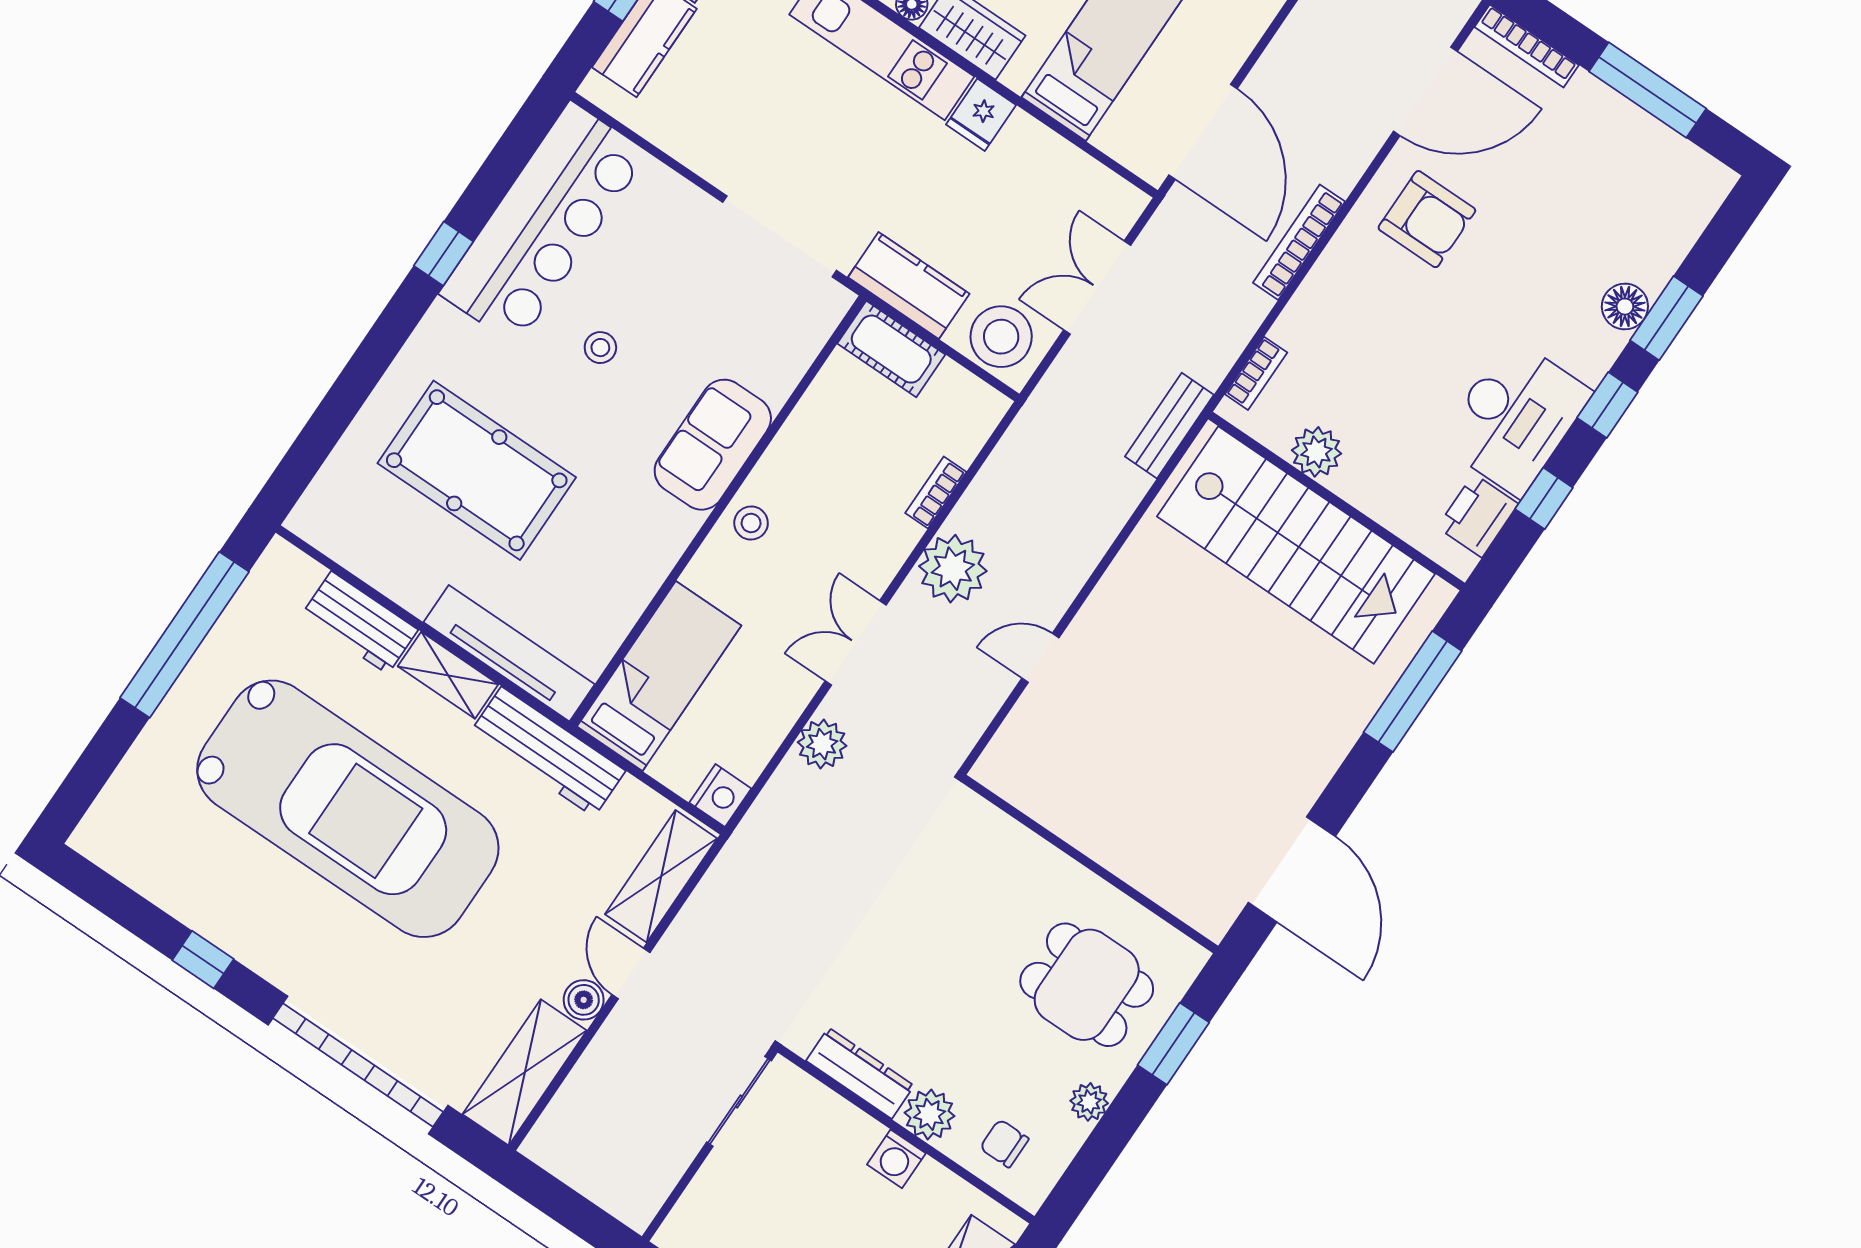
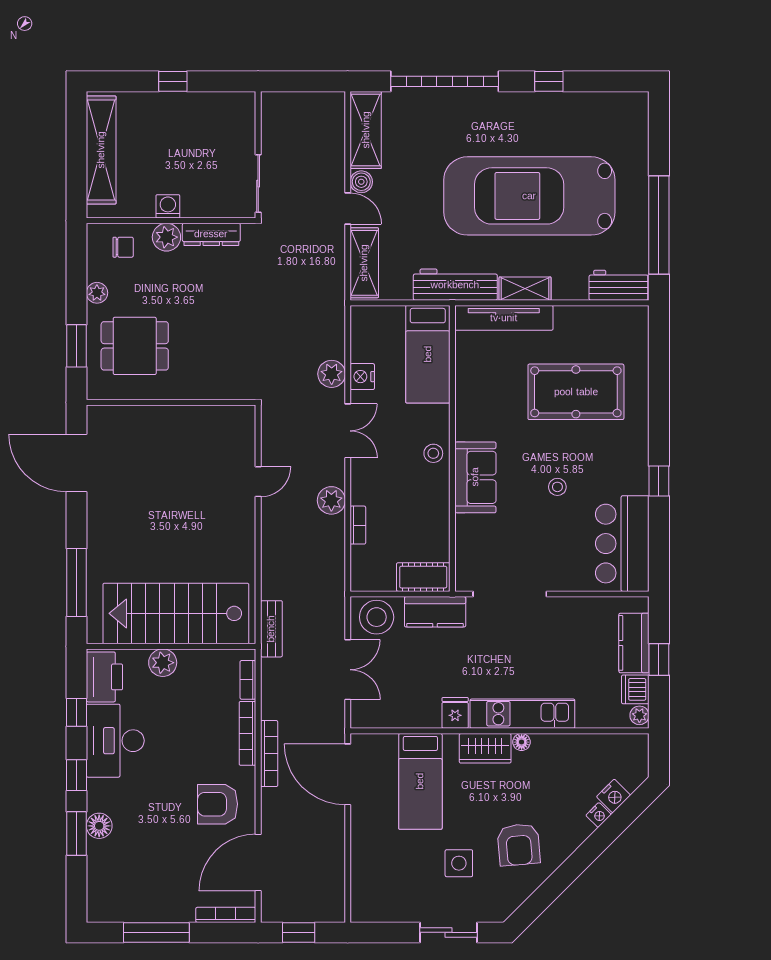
bar counter: (544, 224) -> (622, 544), width x0.73
bookcase: (1311, 294) -> (247, 733), added
plant: (1316, 452) -> (163, 663), moved
printer: (1478, 516) -> (104, 677), width x1.37, depth x1.19
plant: (953, 569) -> (331, 500), width x0.73, depth x0.73
workbench: (360, 623) -> (618, 285), moved
nightstand: (720, 796) -> (362, 377), moved

